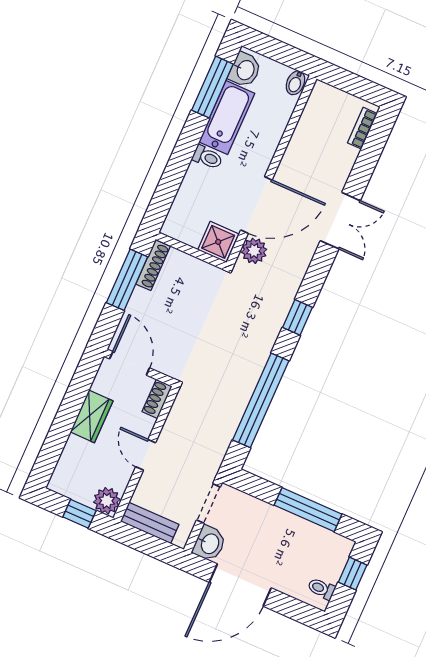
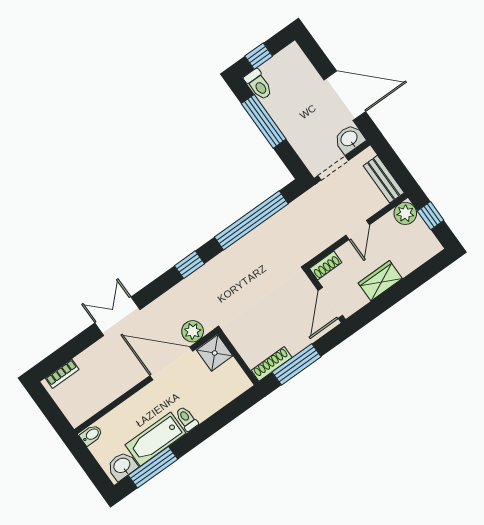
toilet: (321, 589) -> (258, 85), moved, width x1.37, depth x1.39

